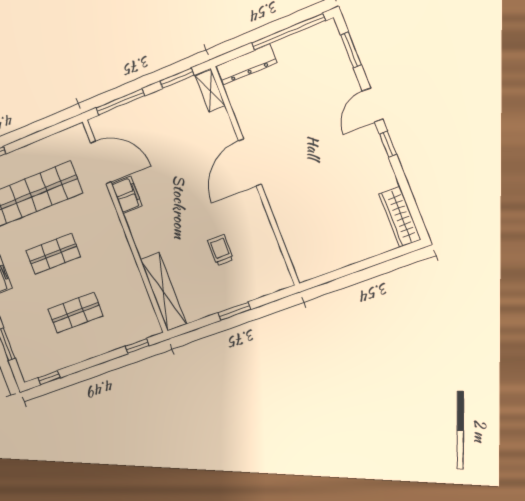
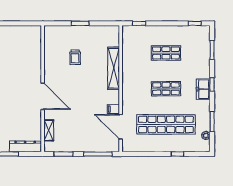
shelving: (210, 91) -> (49, 130), moved
door: (250, 162) -> (43, 96), hinge flipped
filing cabinet: (127, 195) -> (113, 109), width x0.50
shelving: (163, 292) -> (114, 68), moved

